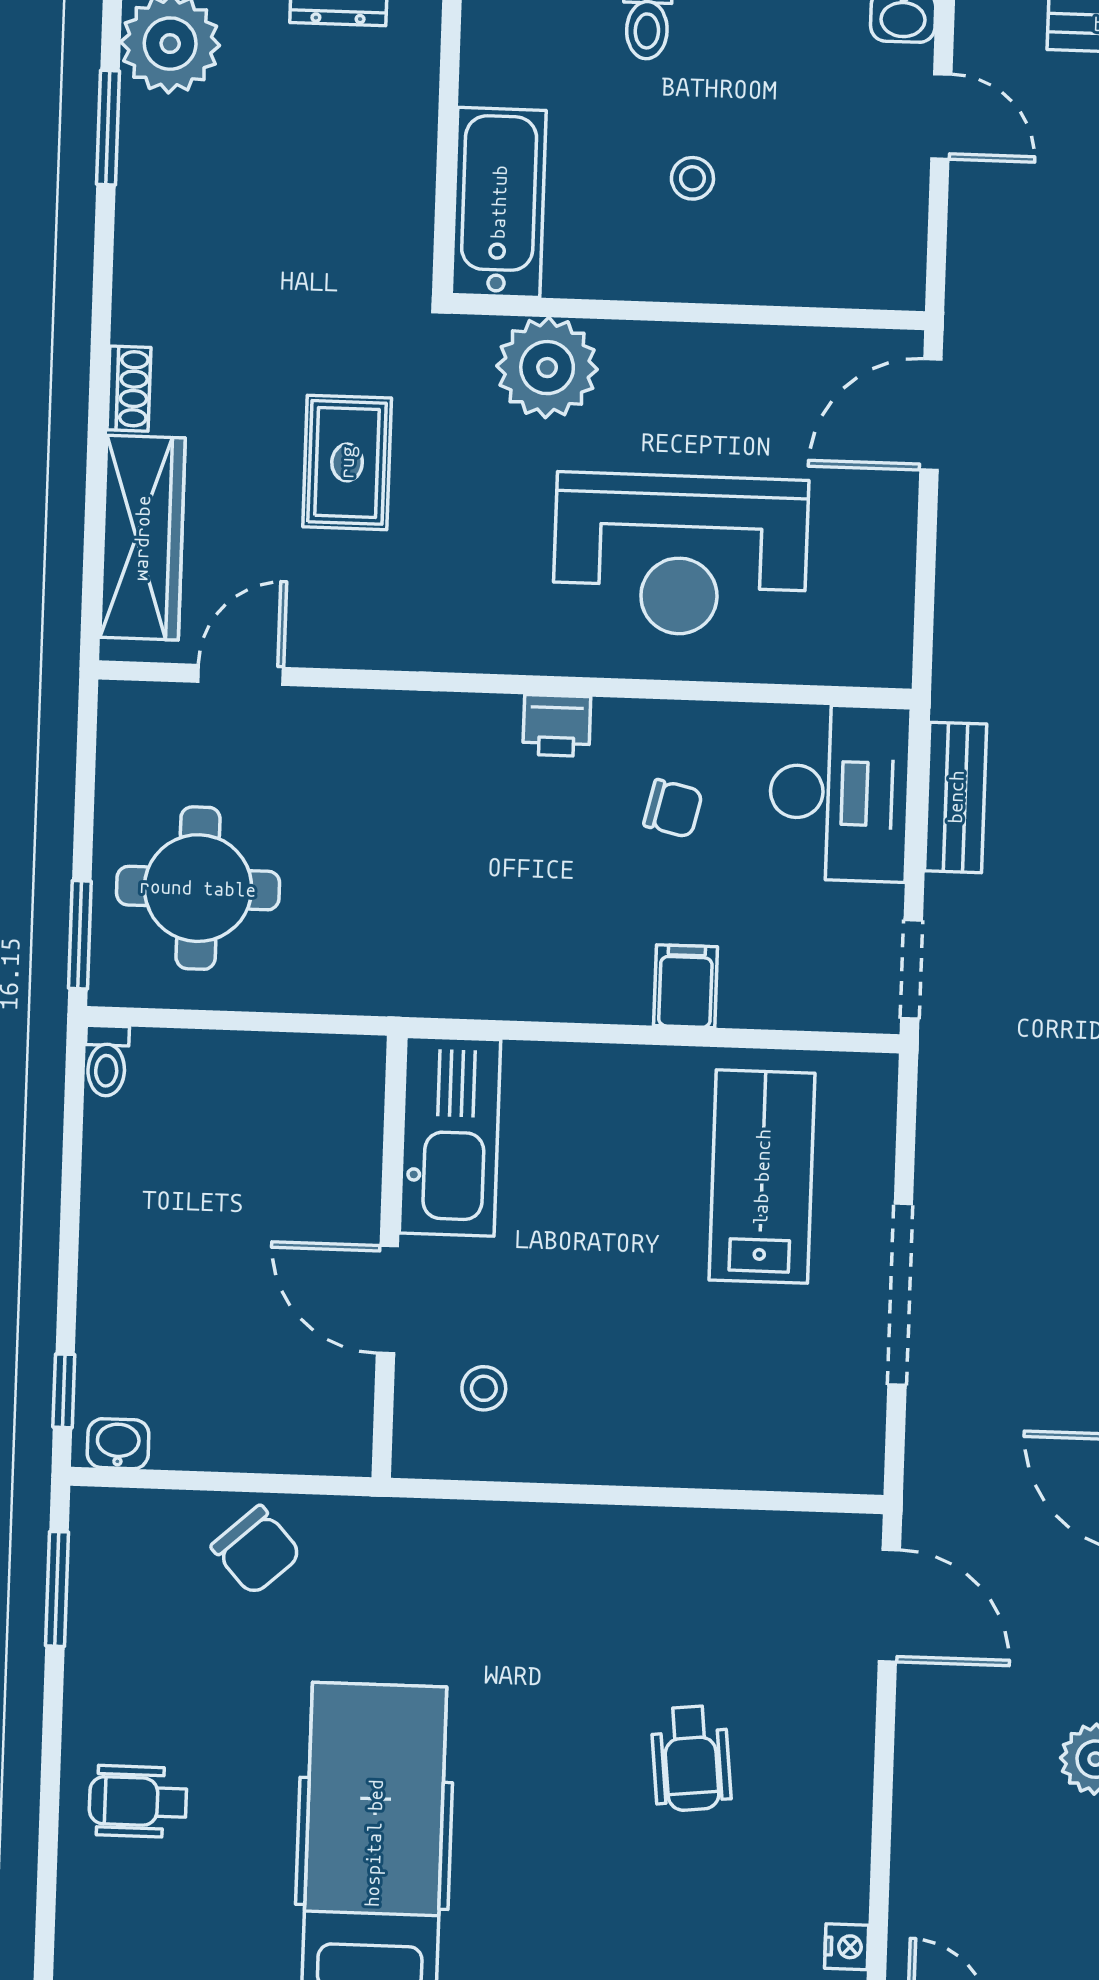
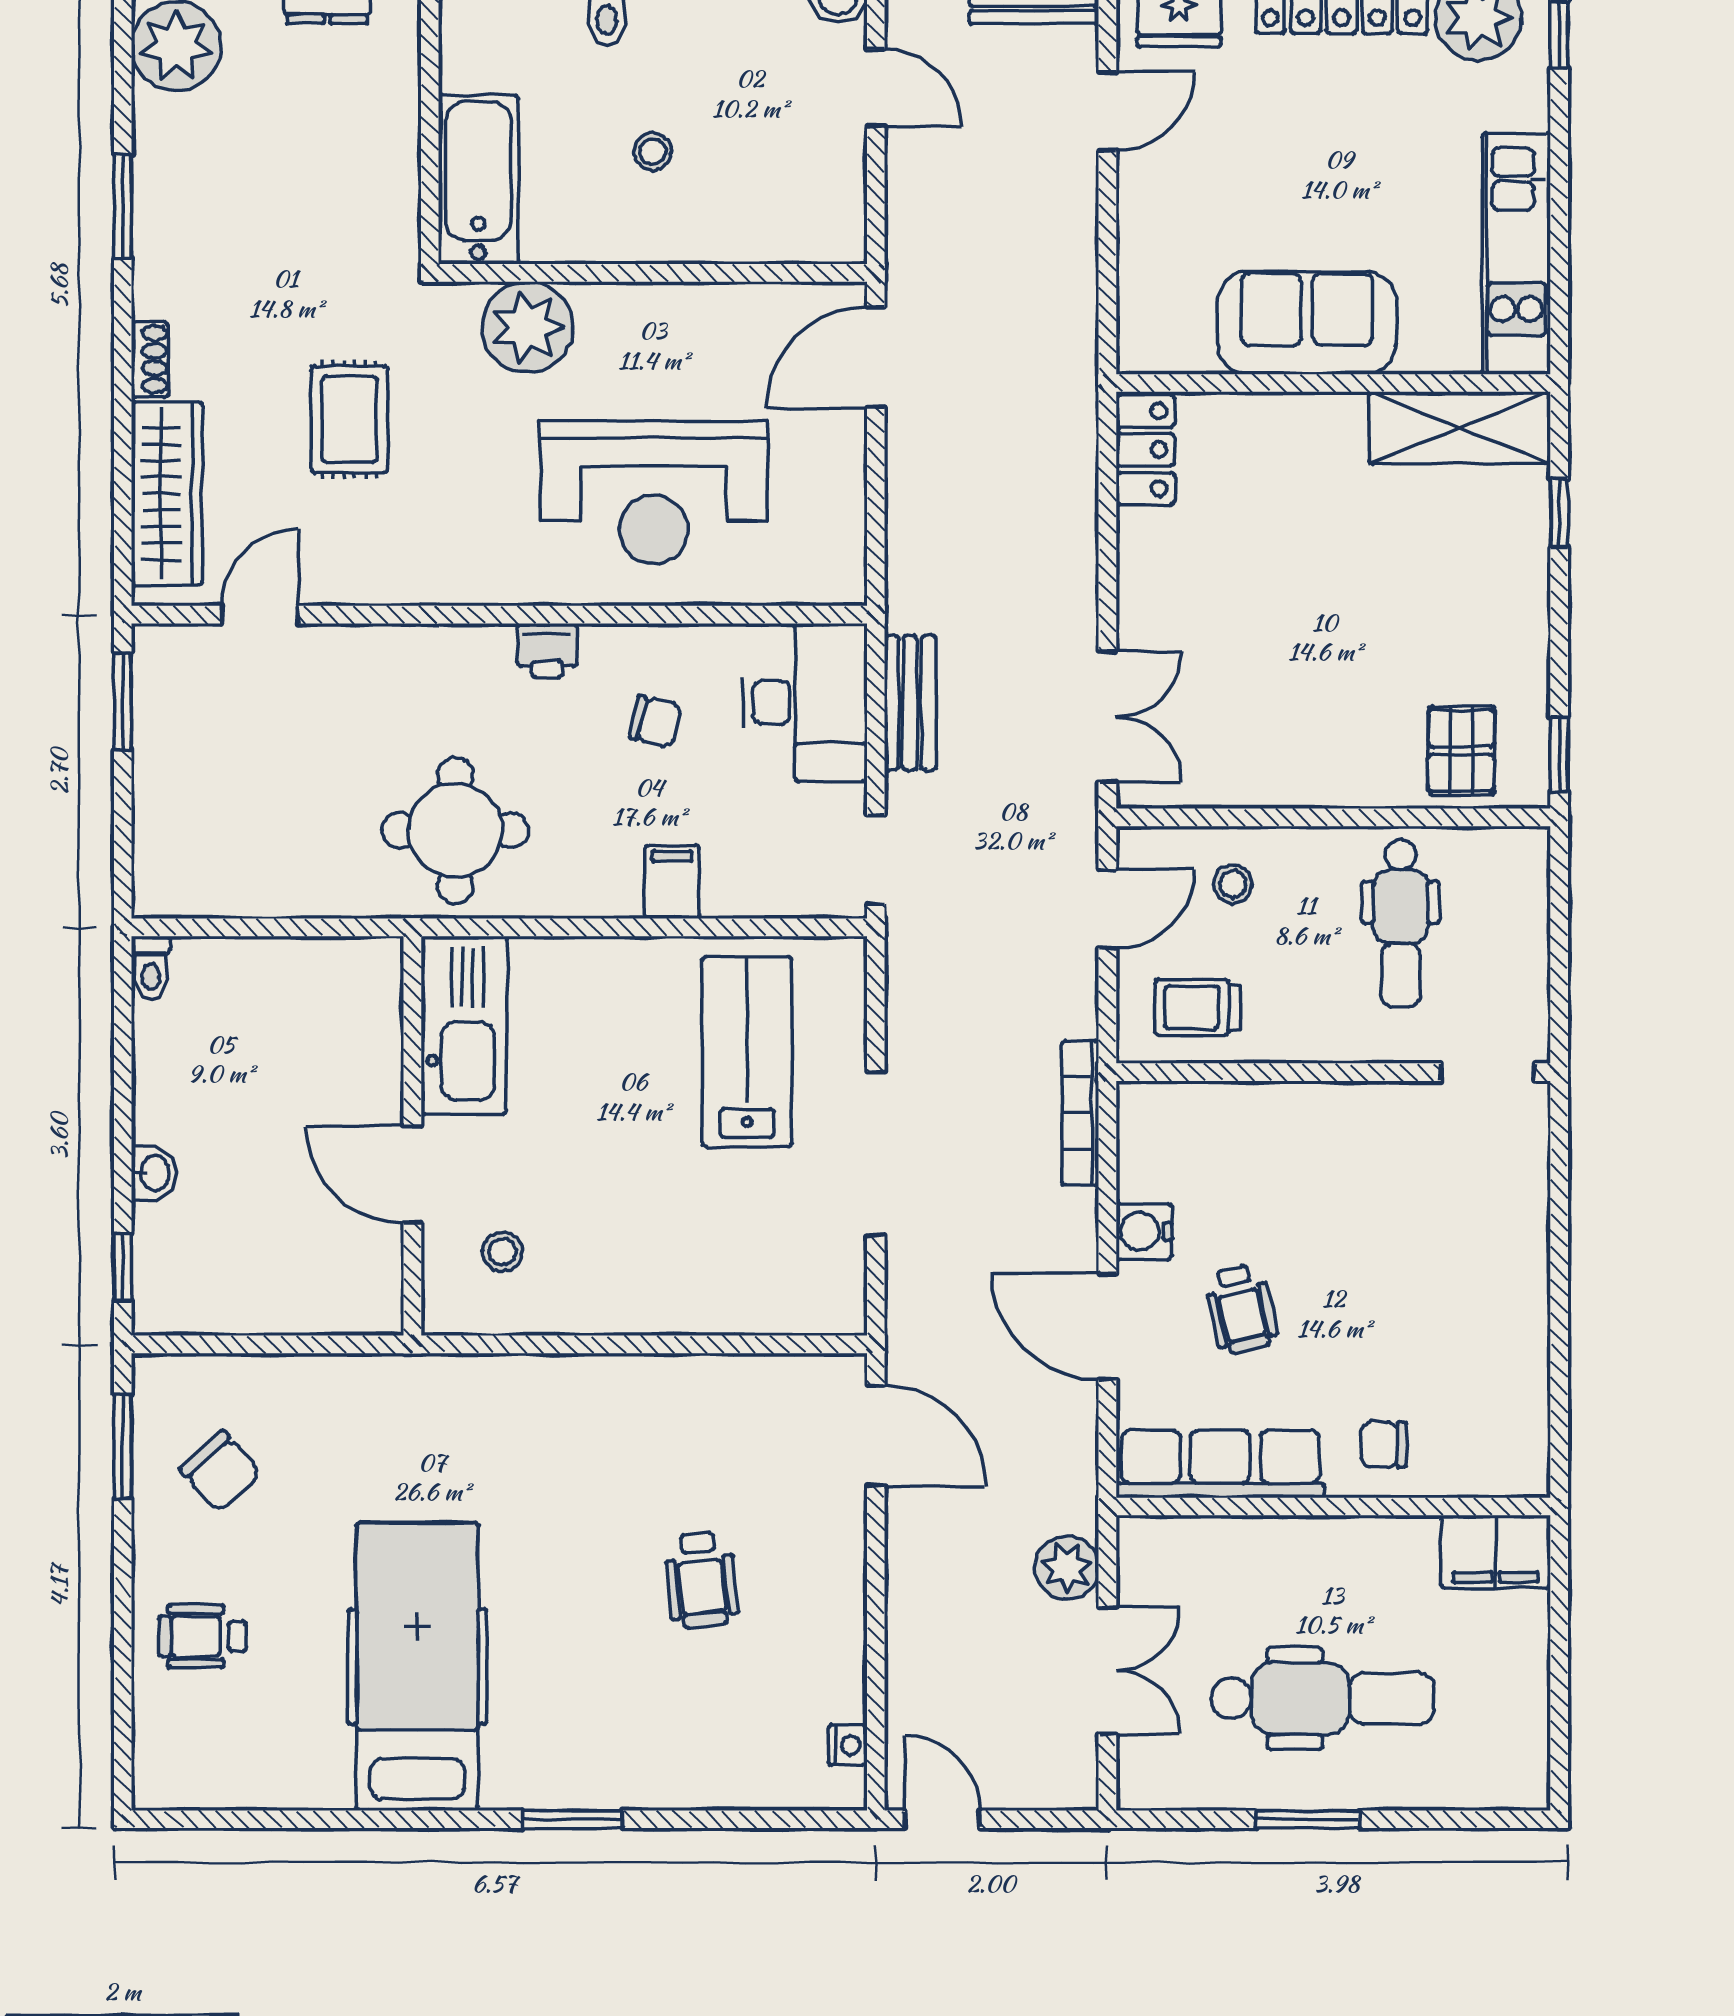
window: (108, 128) -> (123, 206), moved
round table: (198, 888) -> (455, 830), moved
window: (80, 935) -> (123, 701), moved
washbasin: (118, 1444) -> (154, 1173), moved, turned 90
chair: (256, 1550) -> (220, 1471), moved

